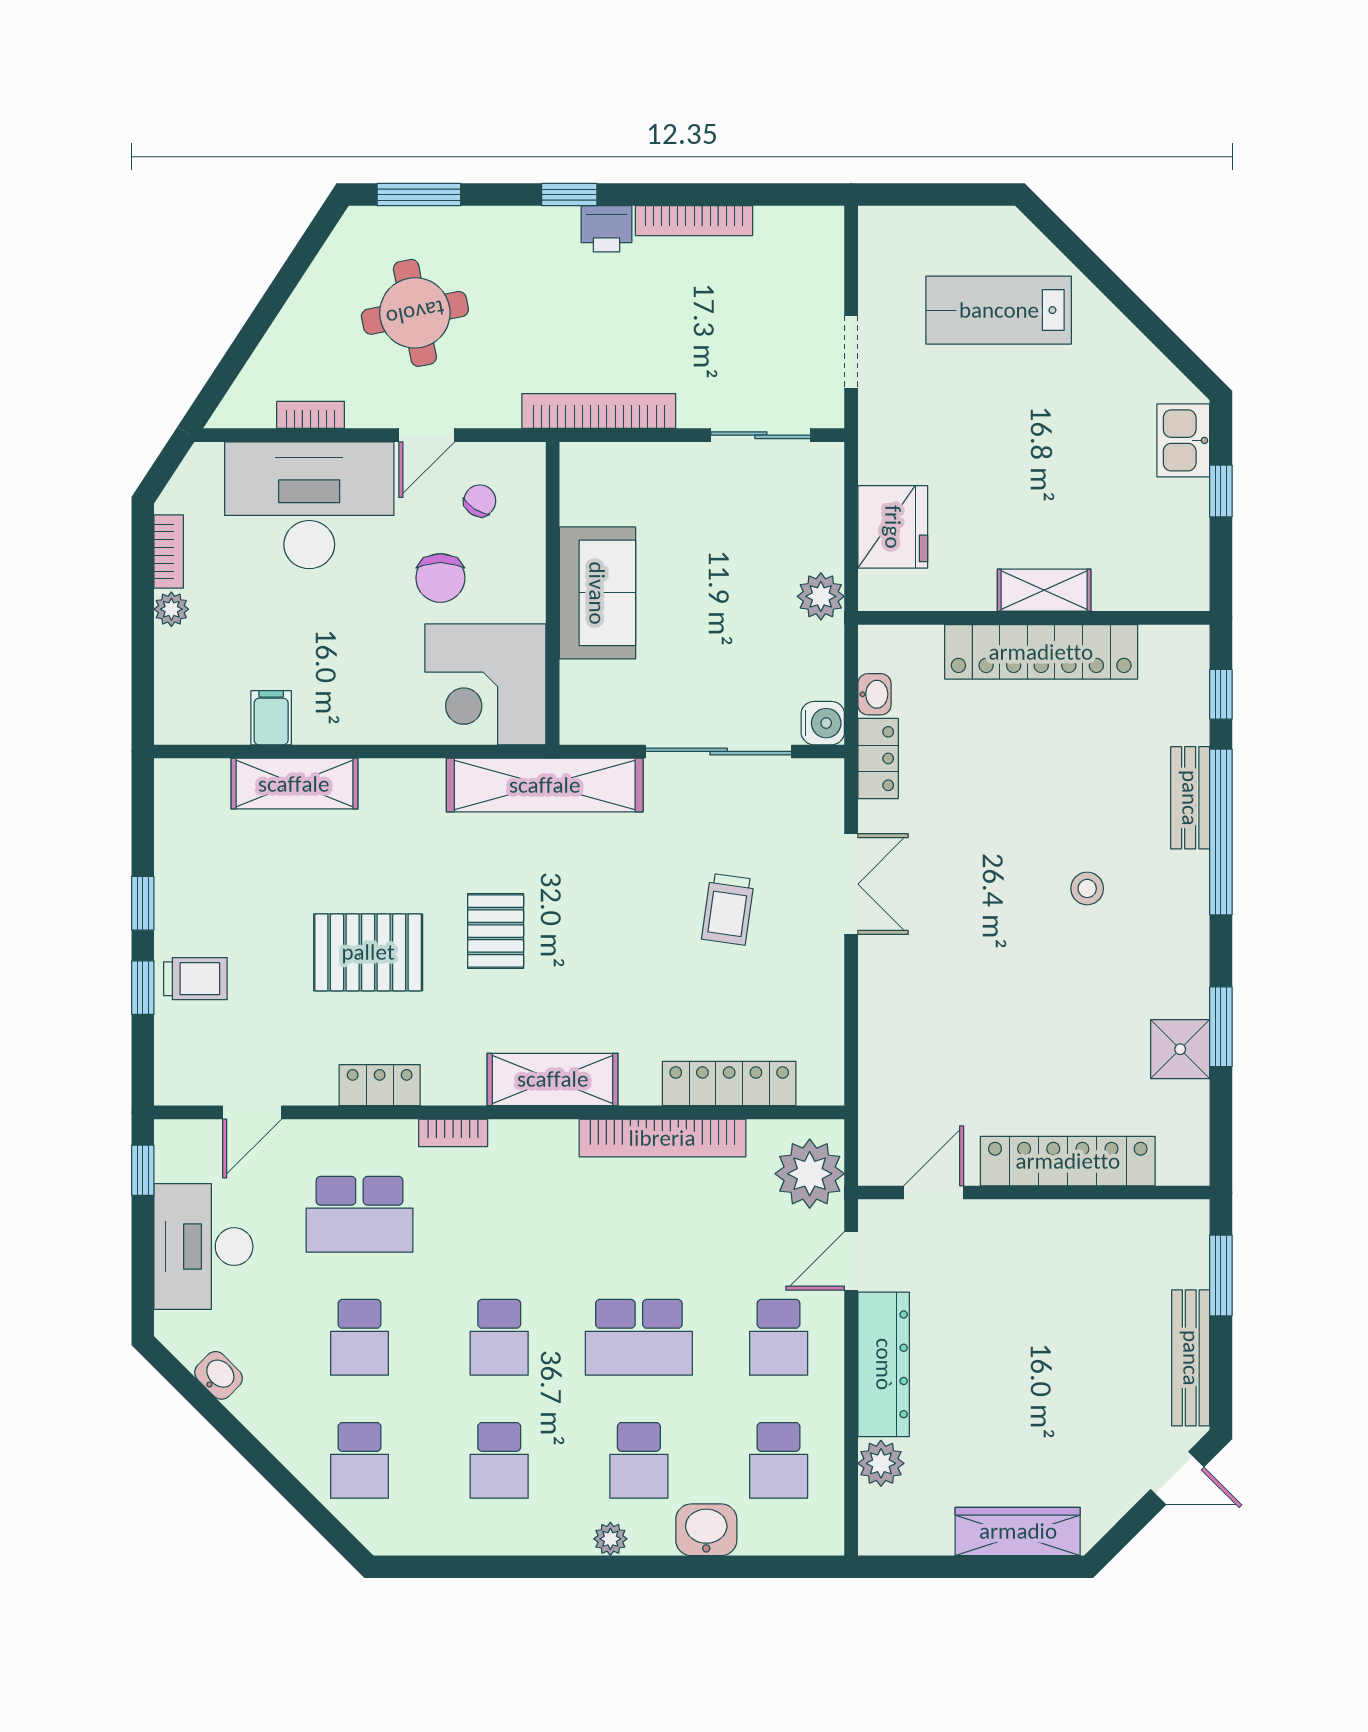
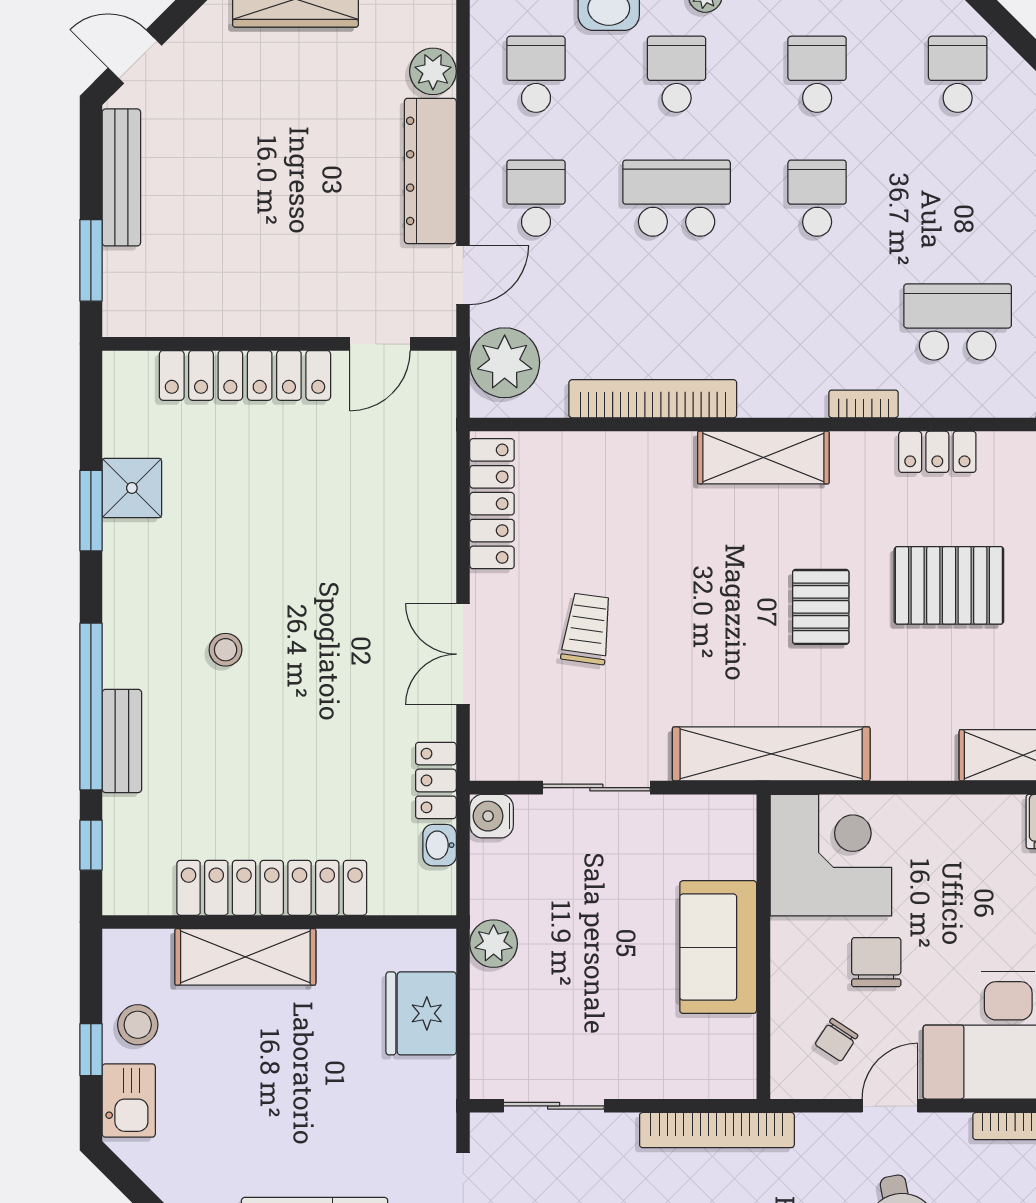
stool: (1174, 516) -> (138, 1025), added
shelving: (1044, 590) -> (245, 957), width x1.50, depth x1.33
sliding door: (719, 751) -> (596, 788), width x0.73
locker: (729, 1084) -> (492, 504), moved, turned -90
school desk: (359, 1337) -> (958, 198), removed

